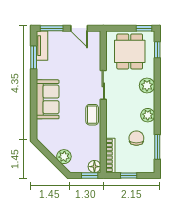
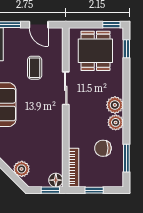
plant: (147, 86) -> (115, 105), moved
coffee table: (92, 115) -> (35, 68), moved
chair: (136, 138) -> (103, 148), turned -90

